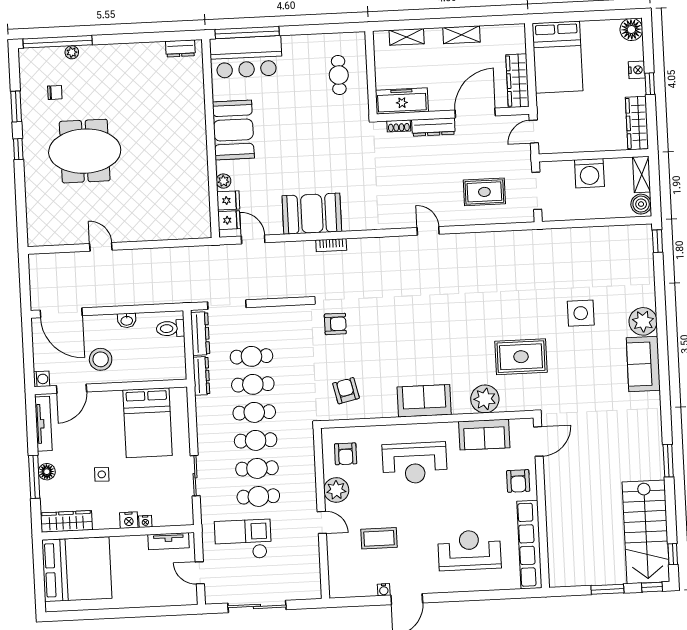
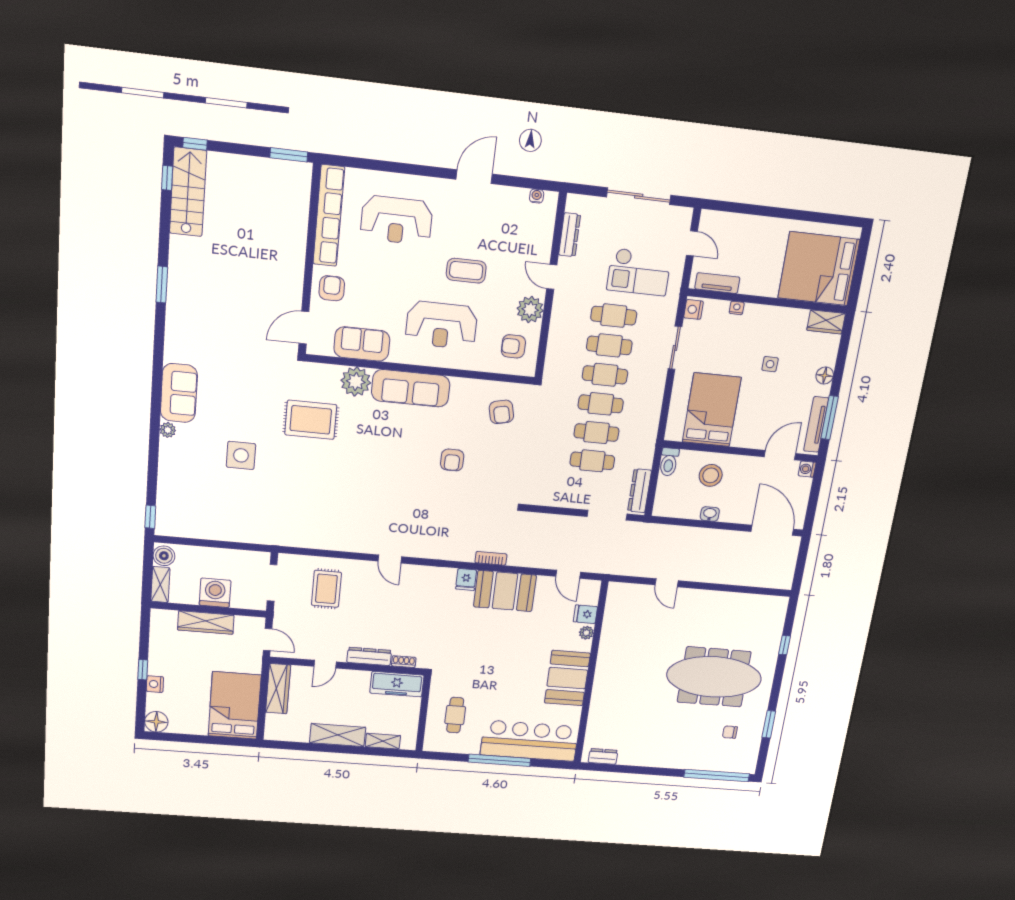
window: (247, 33) -> (499, 760), moved
shelving: (461, 35) -> (338, 735), width x1.50, depth x1.33
plant: (72, 52) -> (706, 765), removed
bar counter: (246, 57) -> (530, 741), width x1.36
door: (475, 113) -> (325, 664), width x0.53
wardrobe: (637, 123) -> (206, 622), moved, turned 90
door: (534, 132) -> (268, 639), hinge flipped
window: (18, 149) -> (785, 645), moved
meeting table: (85, 151) -> (714, 677), width x1.36
rug: (484, 192) -> (326, 589), turned 90
fridge: (229, 220) -> (466, 580), moved, turned -90
door: (101, 247) -> (667, 583), moved
plant: (643, 321) -> (168, 430), width x0.53, depth x0.53
armchair: (335, 324) -> (452, 460), moved, turned -90
toilet: (170, 328) -> (669, 462), moved, turned 90
stool: (101, 359) -> (711, 475), moved
dresser: (201, 376) -> (570, 235), moved, turned 180
sofa: (424, 401) -> (411, 388), width x1.36
armchair: (346, 454) -> (513, 346), turned -90
reception desk: (415, 463) -> (441, 325), turned 180
window: (34, 477) -> (830, 418), moved
nightstand: (129, 520) -> (694, 310), moved, turned -90
wardrobe: (66, 521) -> (826, 322), width x0.67
stairs: (646, 532) -> (188, 192), width x0.73, depth x0.66
coffee table: (379, 538) -> (466, 271), moved
window: (607, 589) -> (289, 155), moved
water cooler: (384, 590) -> (537, 196), moved

